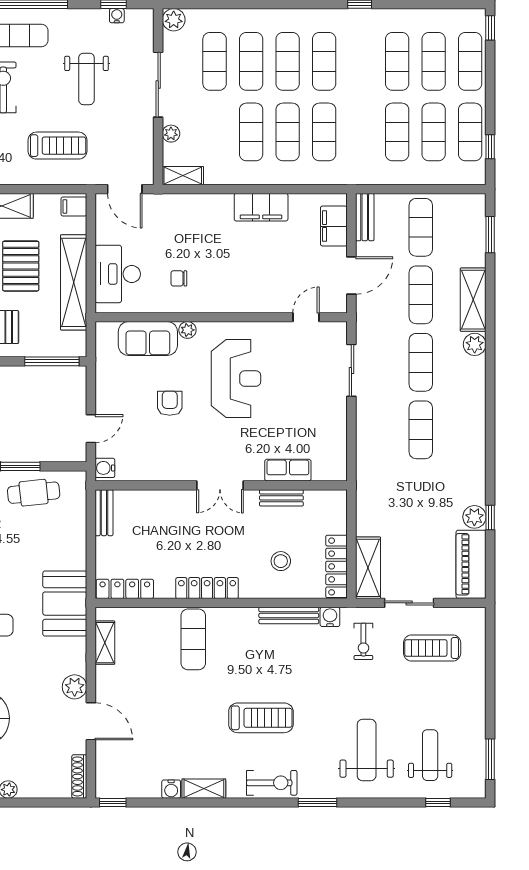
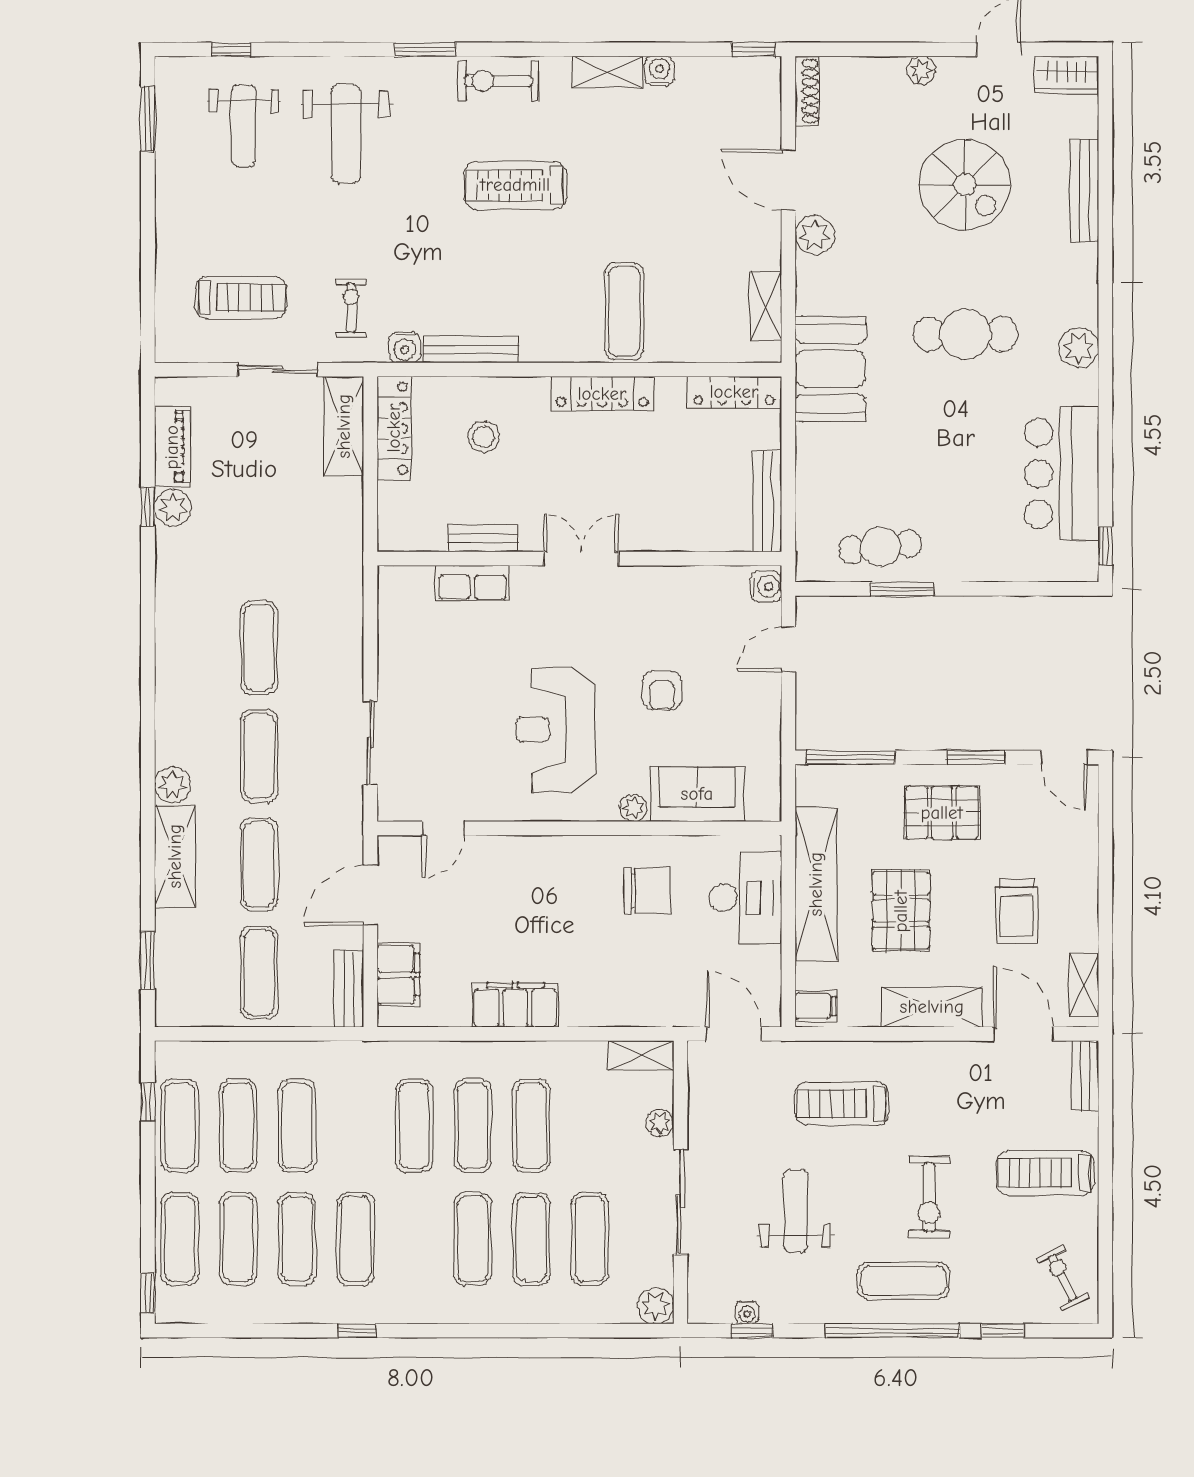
exercise mat: (324, 61) -> (356, 1239), moved
chair: (179, 278) -> (647, 891), width x1.87, depth x1.87
bench: (104, 513) -> (767, 501), width x1.36
piano: (471, 564) -> (172, 447), width x0.73, depth x0.75

